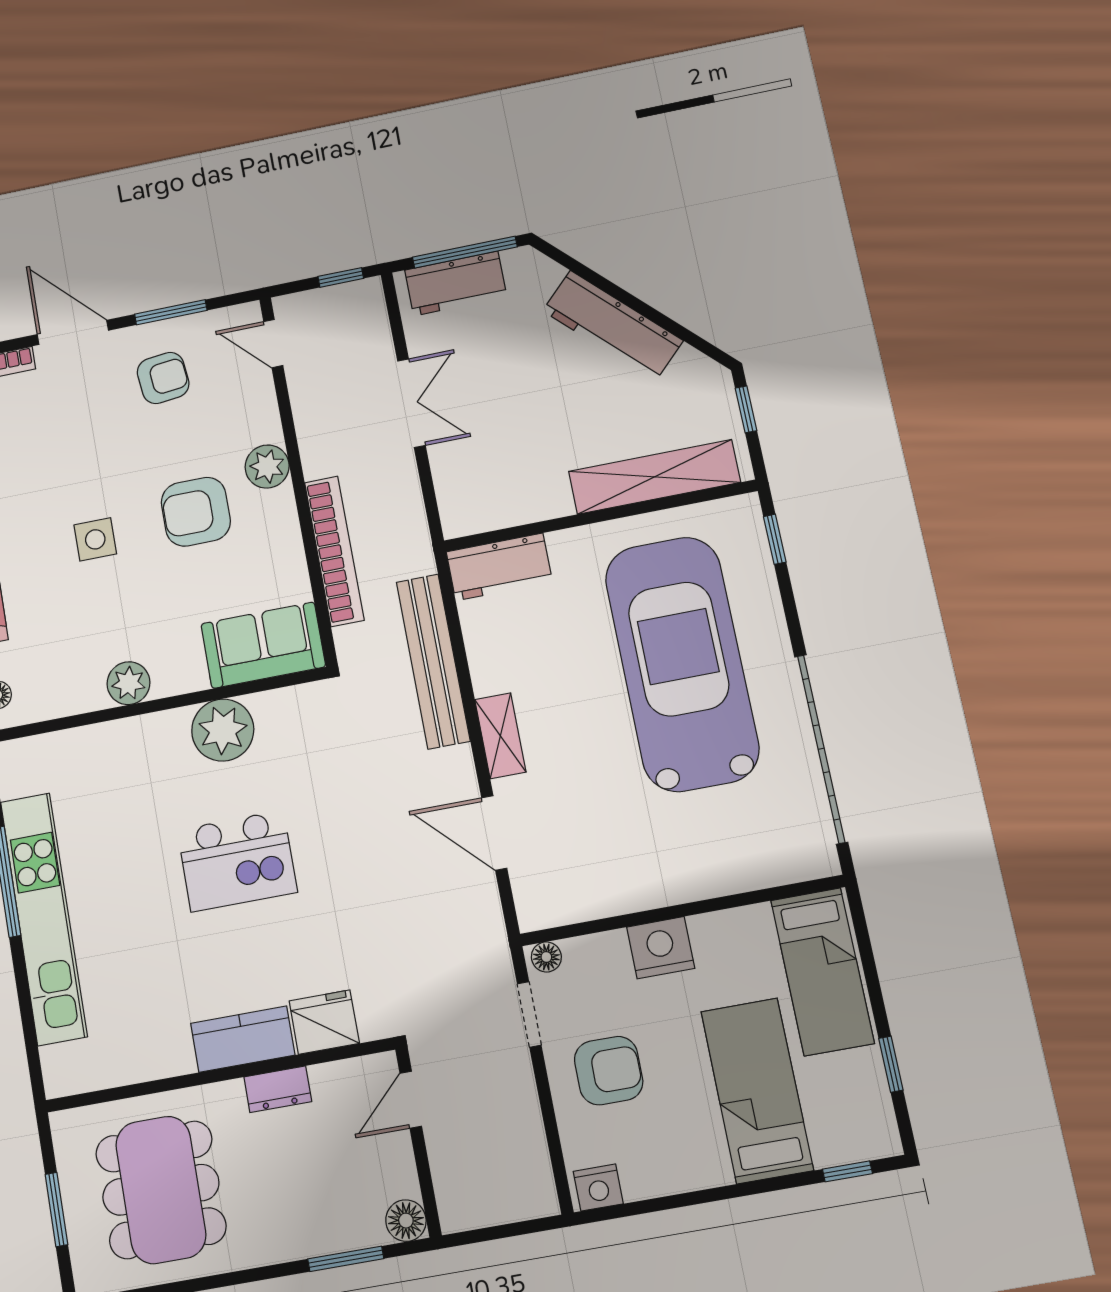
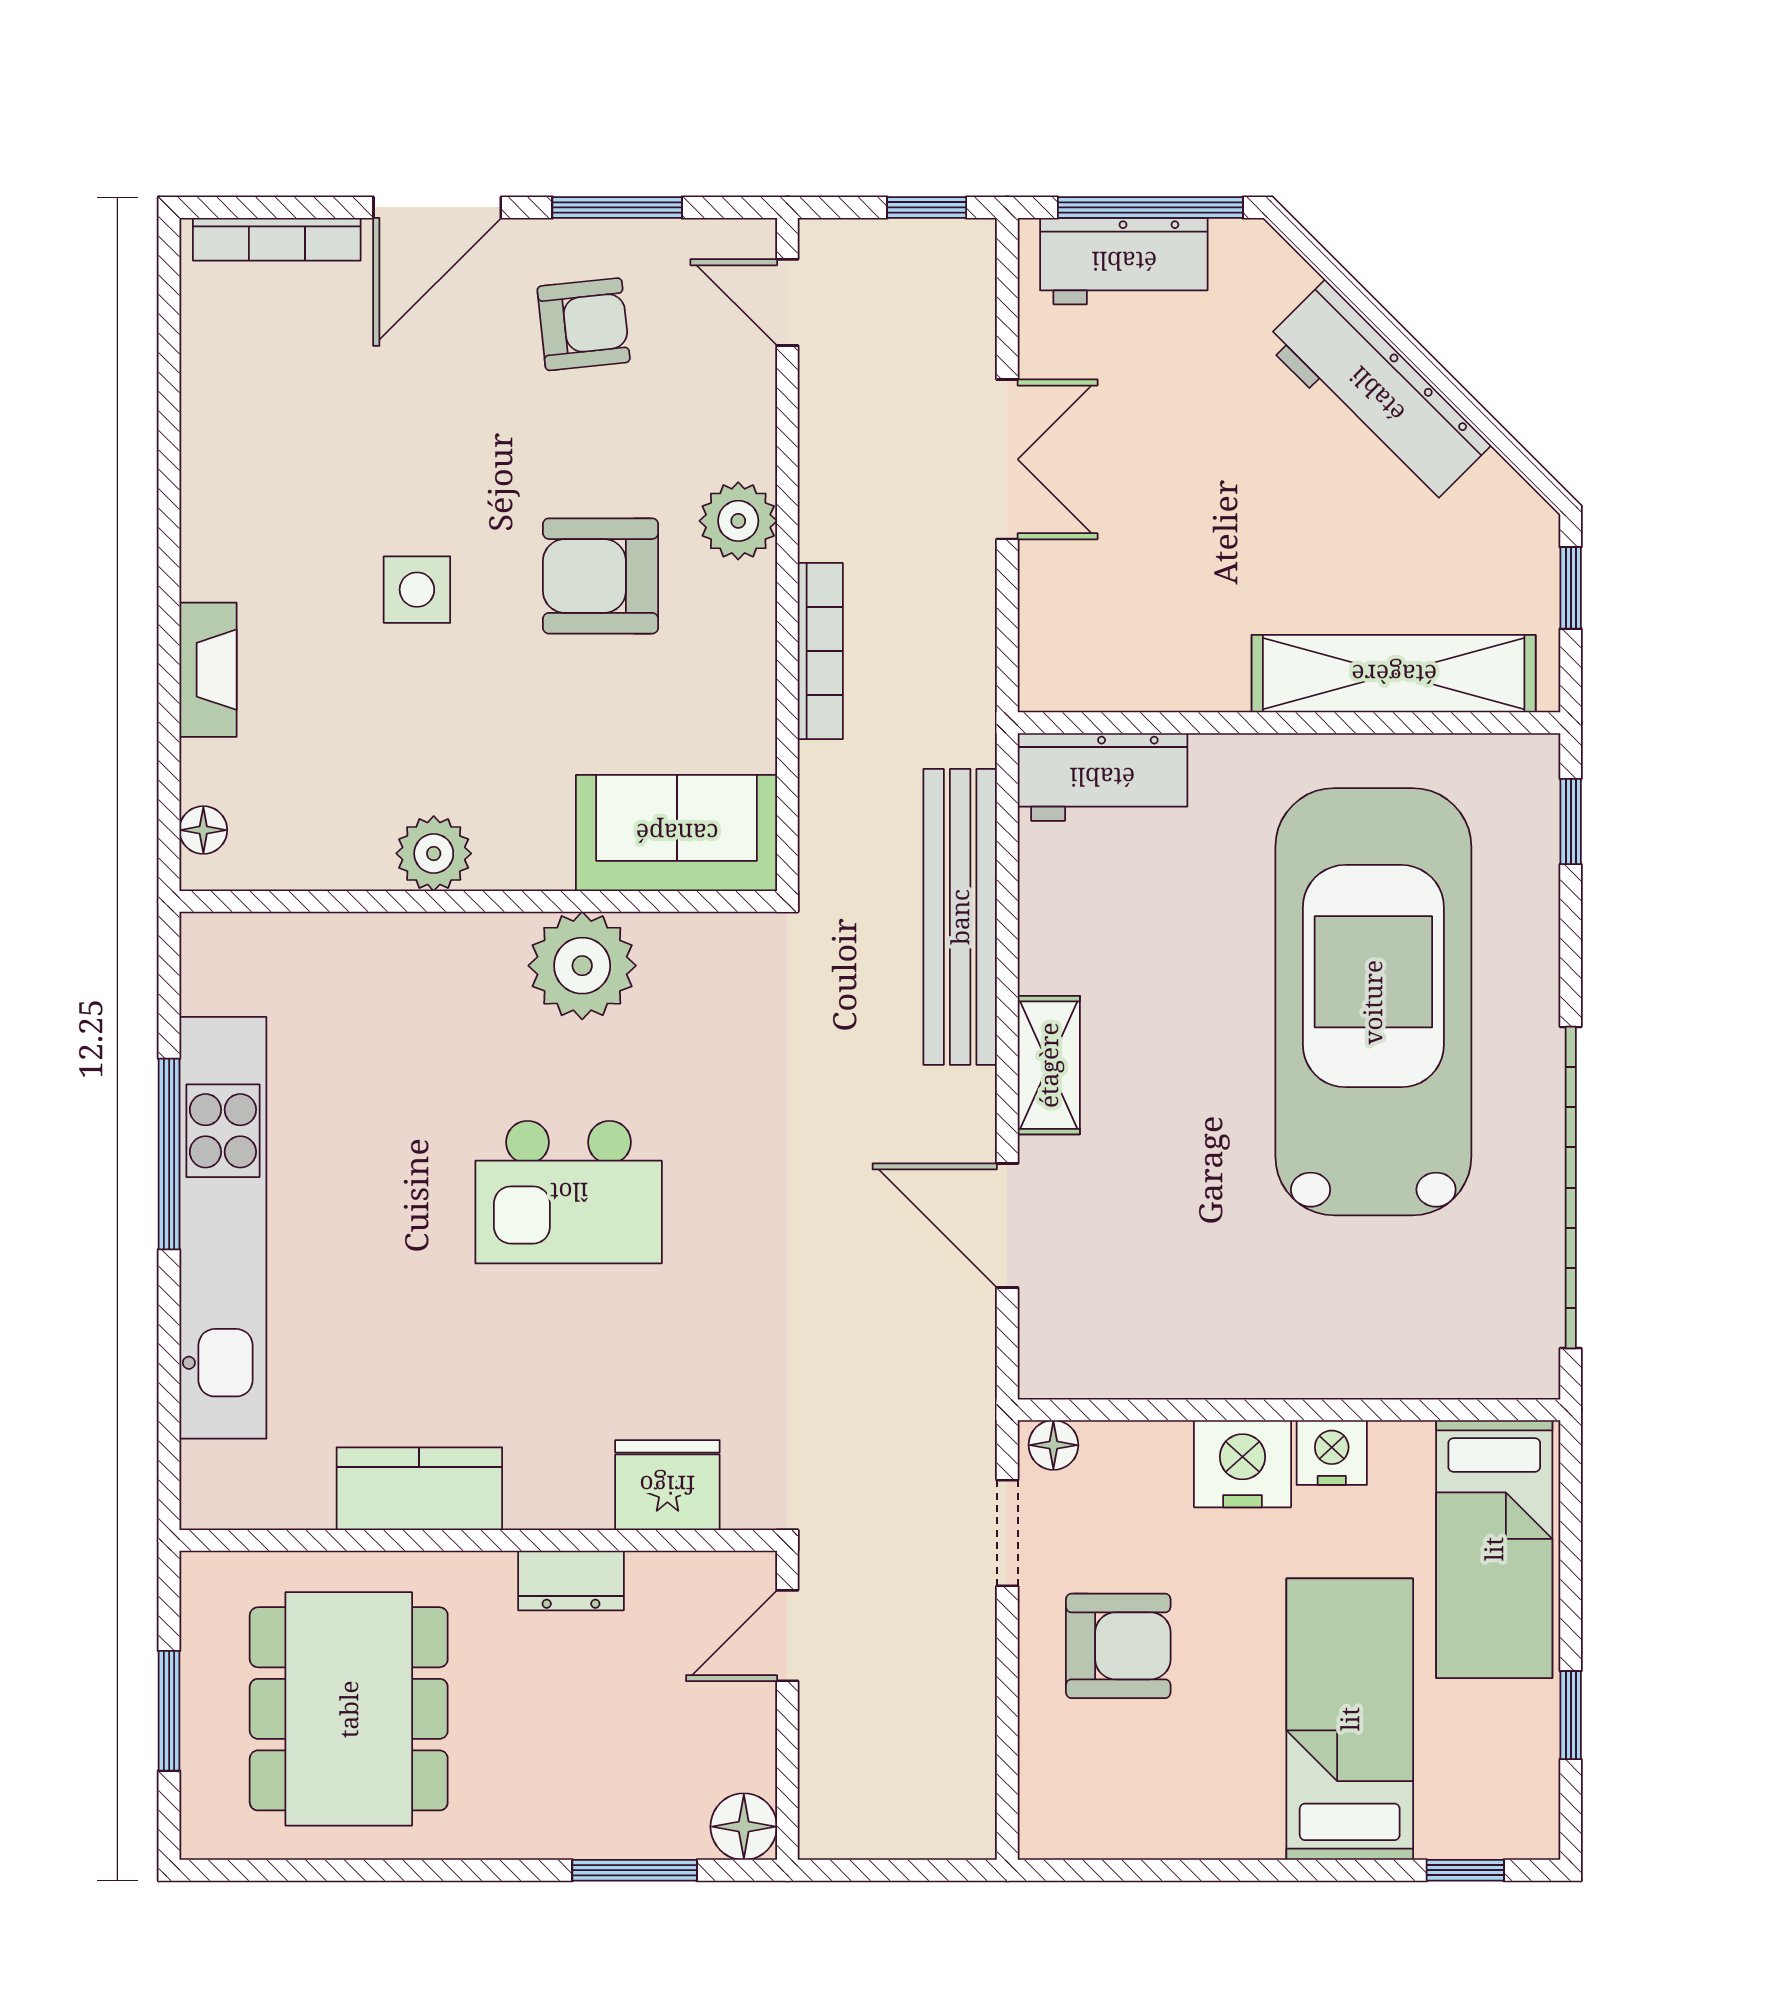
door: (73, 332) -> (437, 207), swing flipped
bookcase: (334, 551) -> (820, 651), width x0.68, depth x0.76
kitchen counter: (243, 1039) -> (419, 1489), moved
nightstand: (598, 1187) -> (1332, 1453), moved, turned 180

